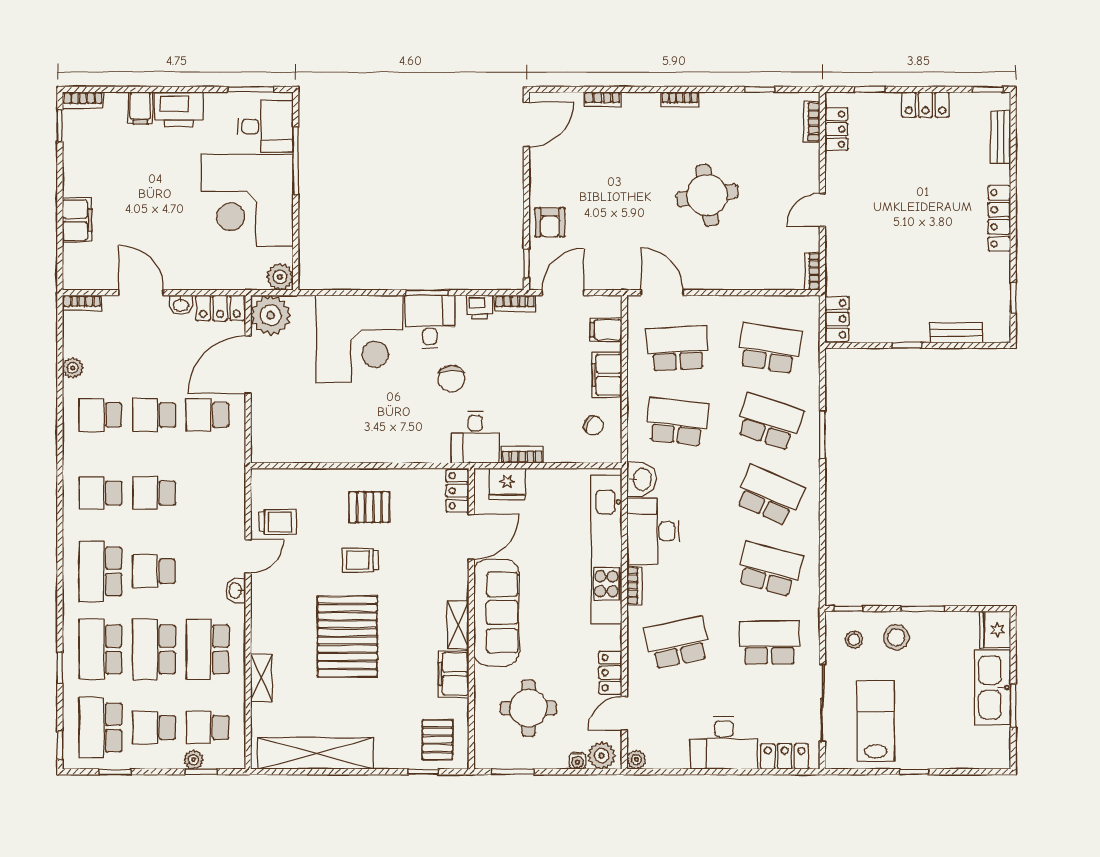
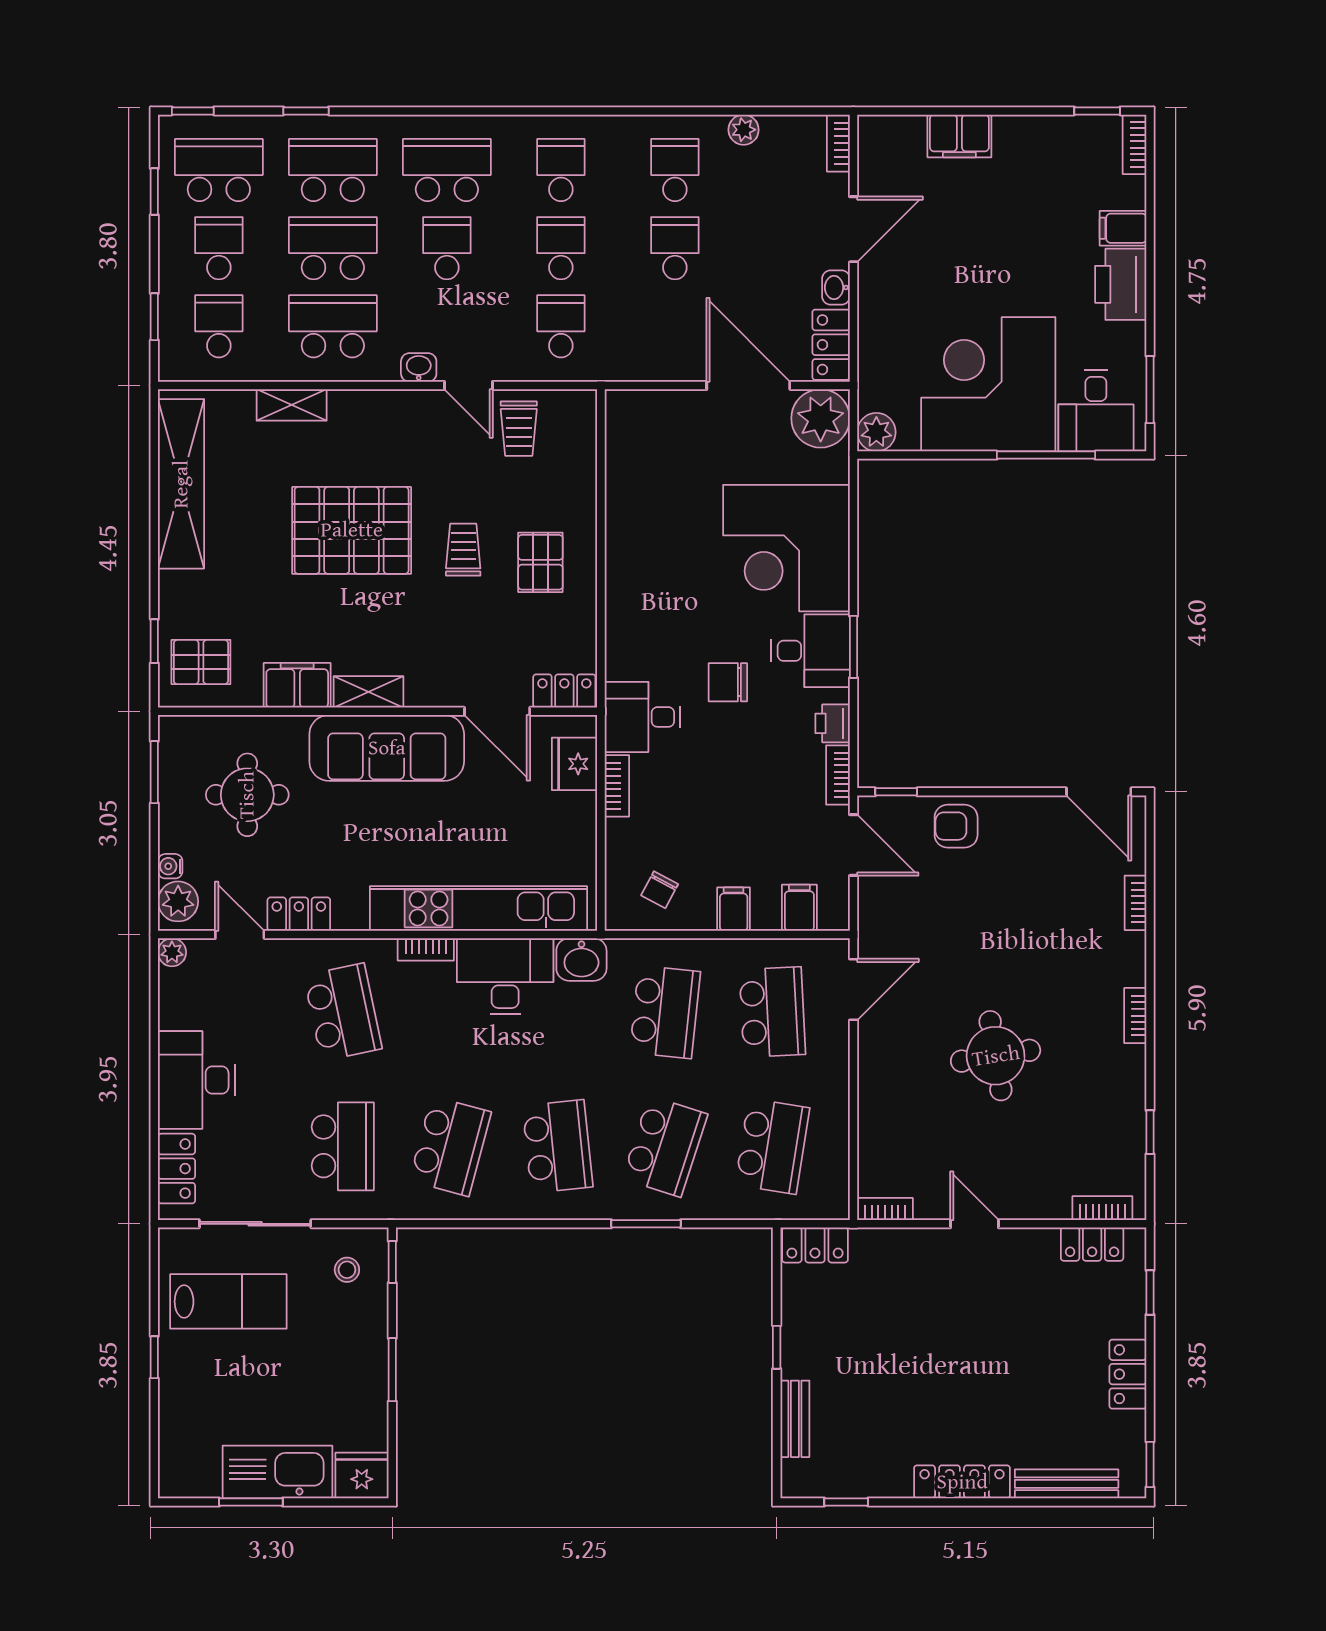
bench: (1001, 137) -> (1067, 1484), width x1.36
filing cabinet: (607, 375) -> (734, 909), width x0.50
school desk: (207, 415) -> (561, 326), moved
school desk: (769, 495) -> (558, 1146), turned -30
stool: (896, 637) -> (350, 1332), removed
plant: (193, 760) -> (172, 306), removed

